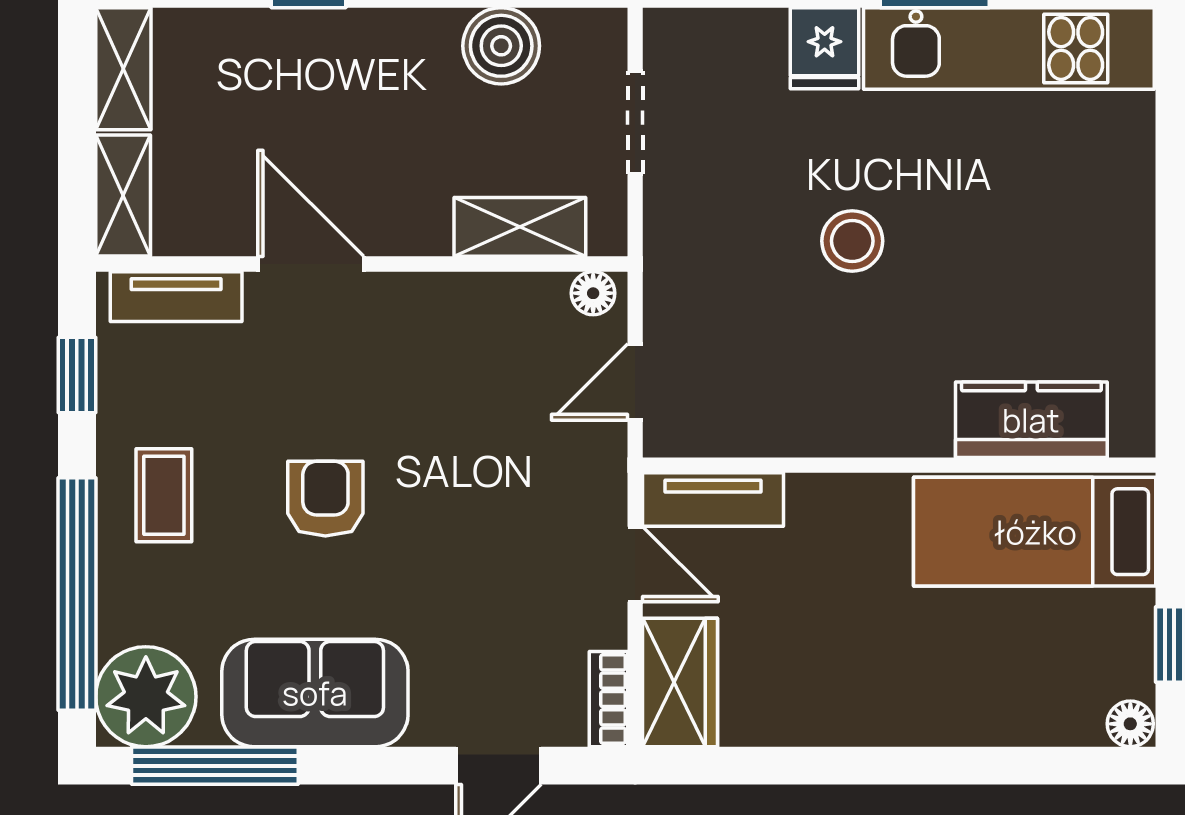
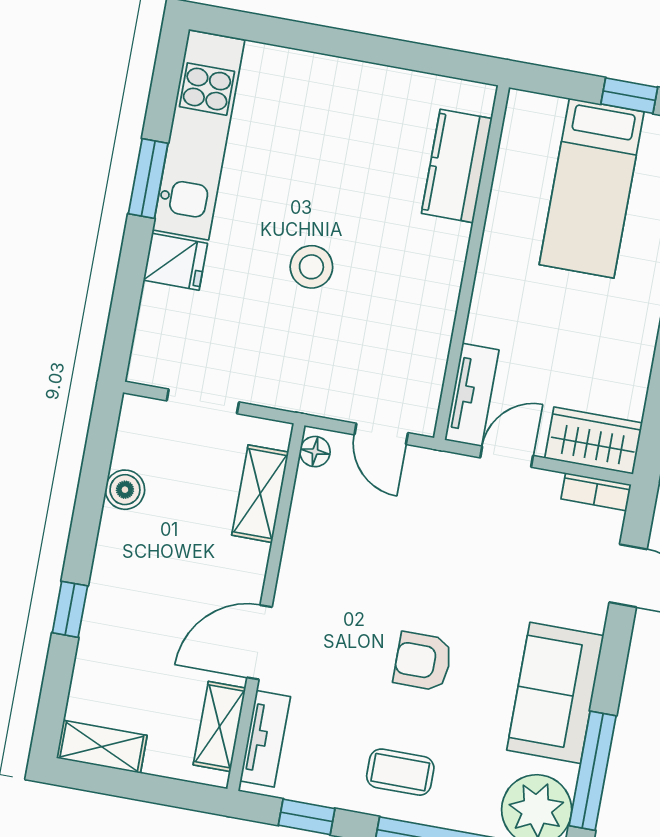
boiler: (501, 46) -> (125, 490), width x0.73, depth x0.73
shelving: (123, 195) -> (219, 726), moved, turned 90
bed: (1035, 532) -> (592, 188), moved

